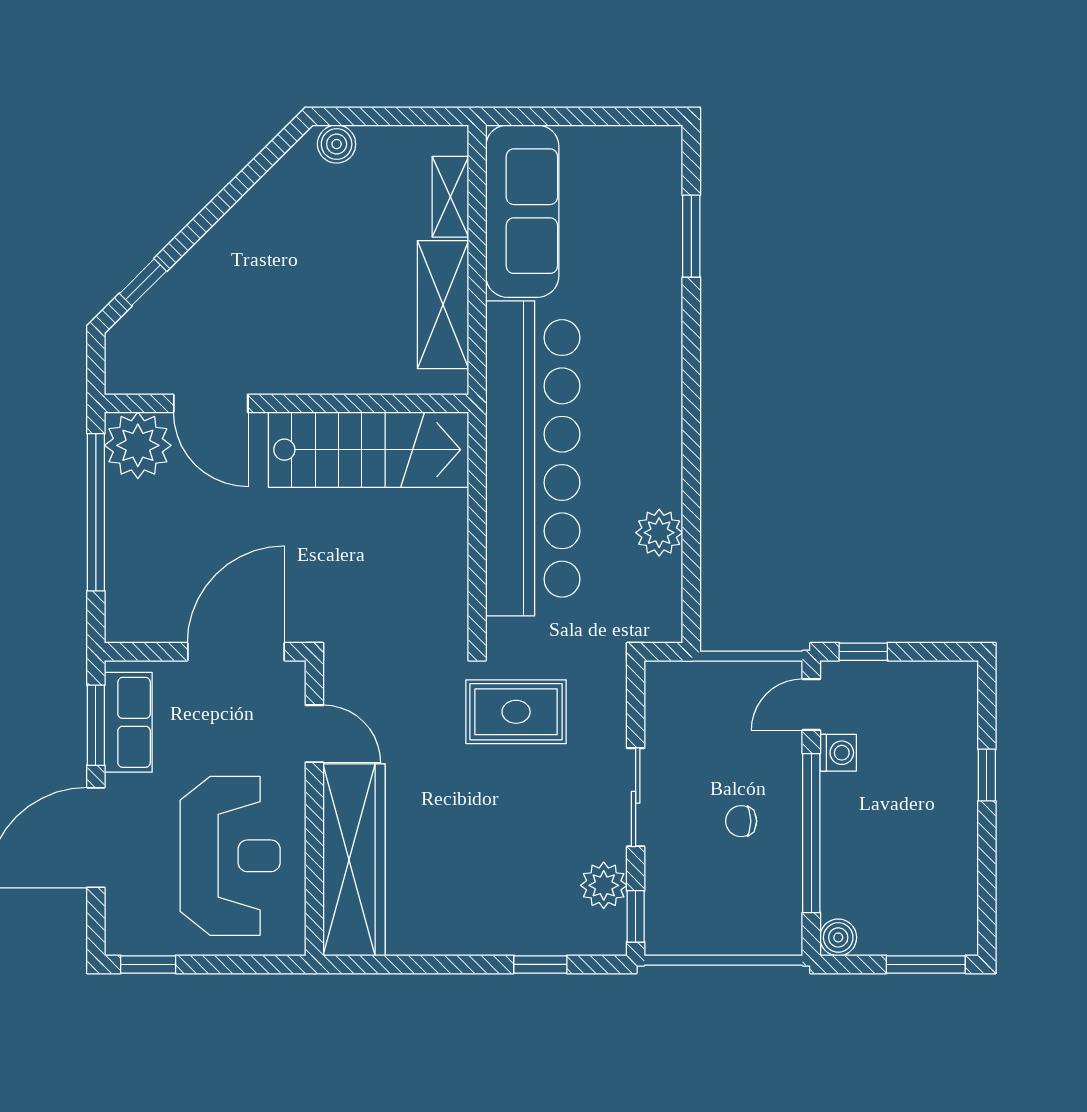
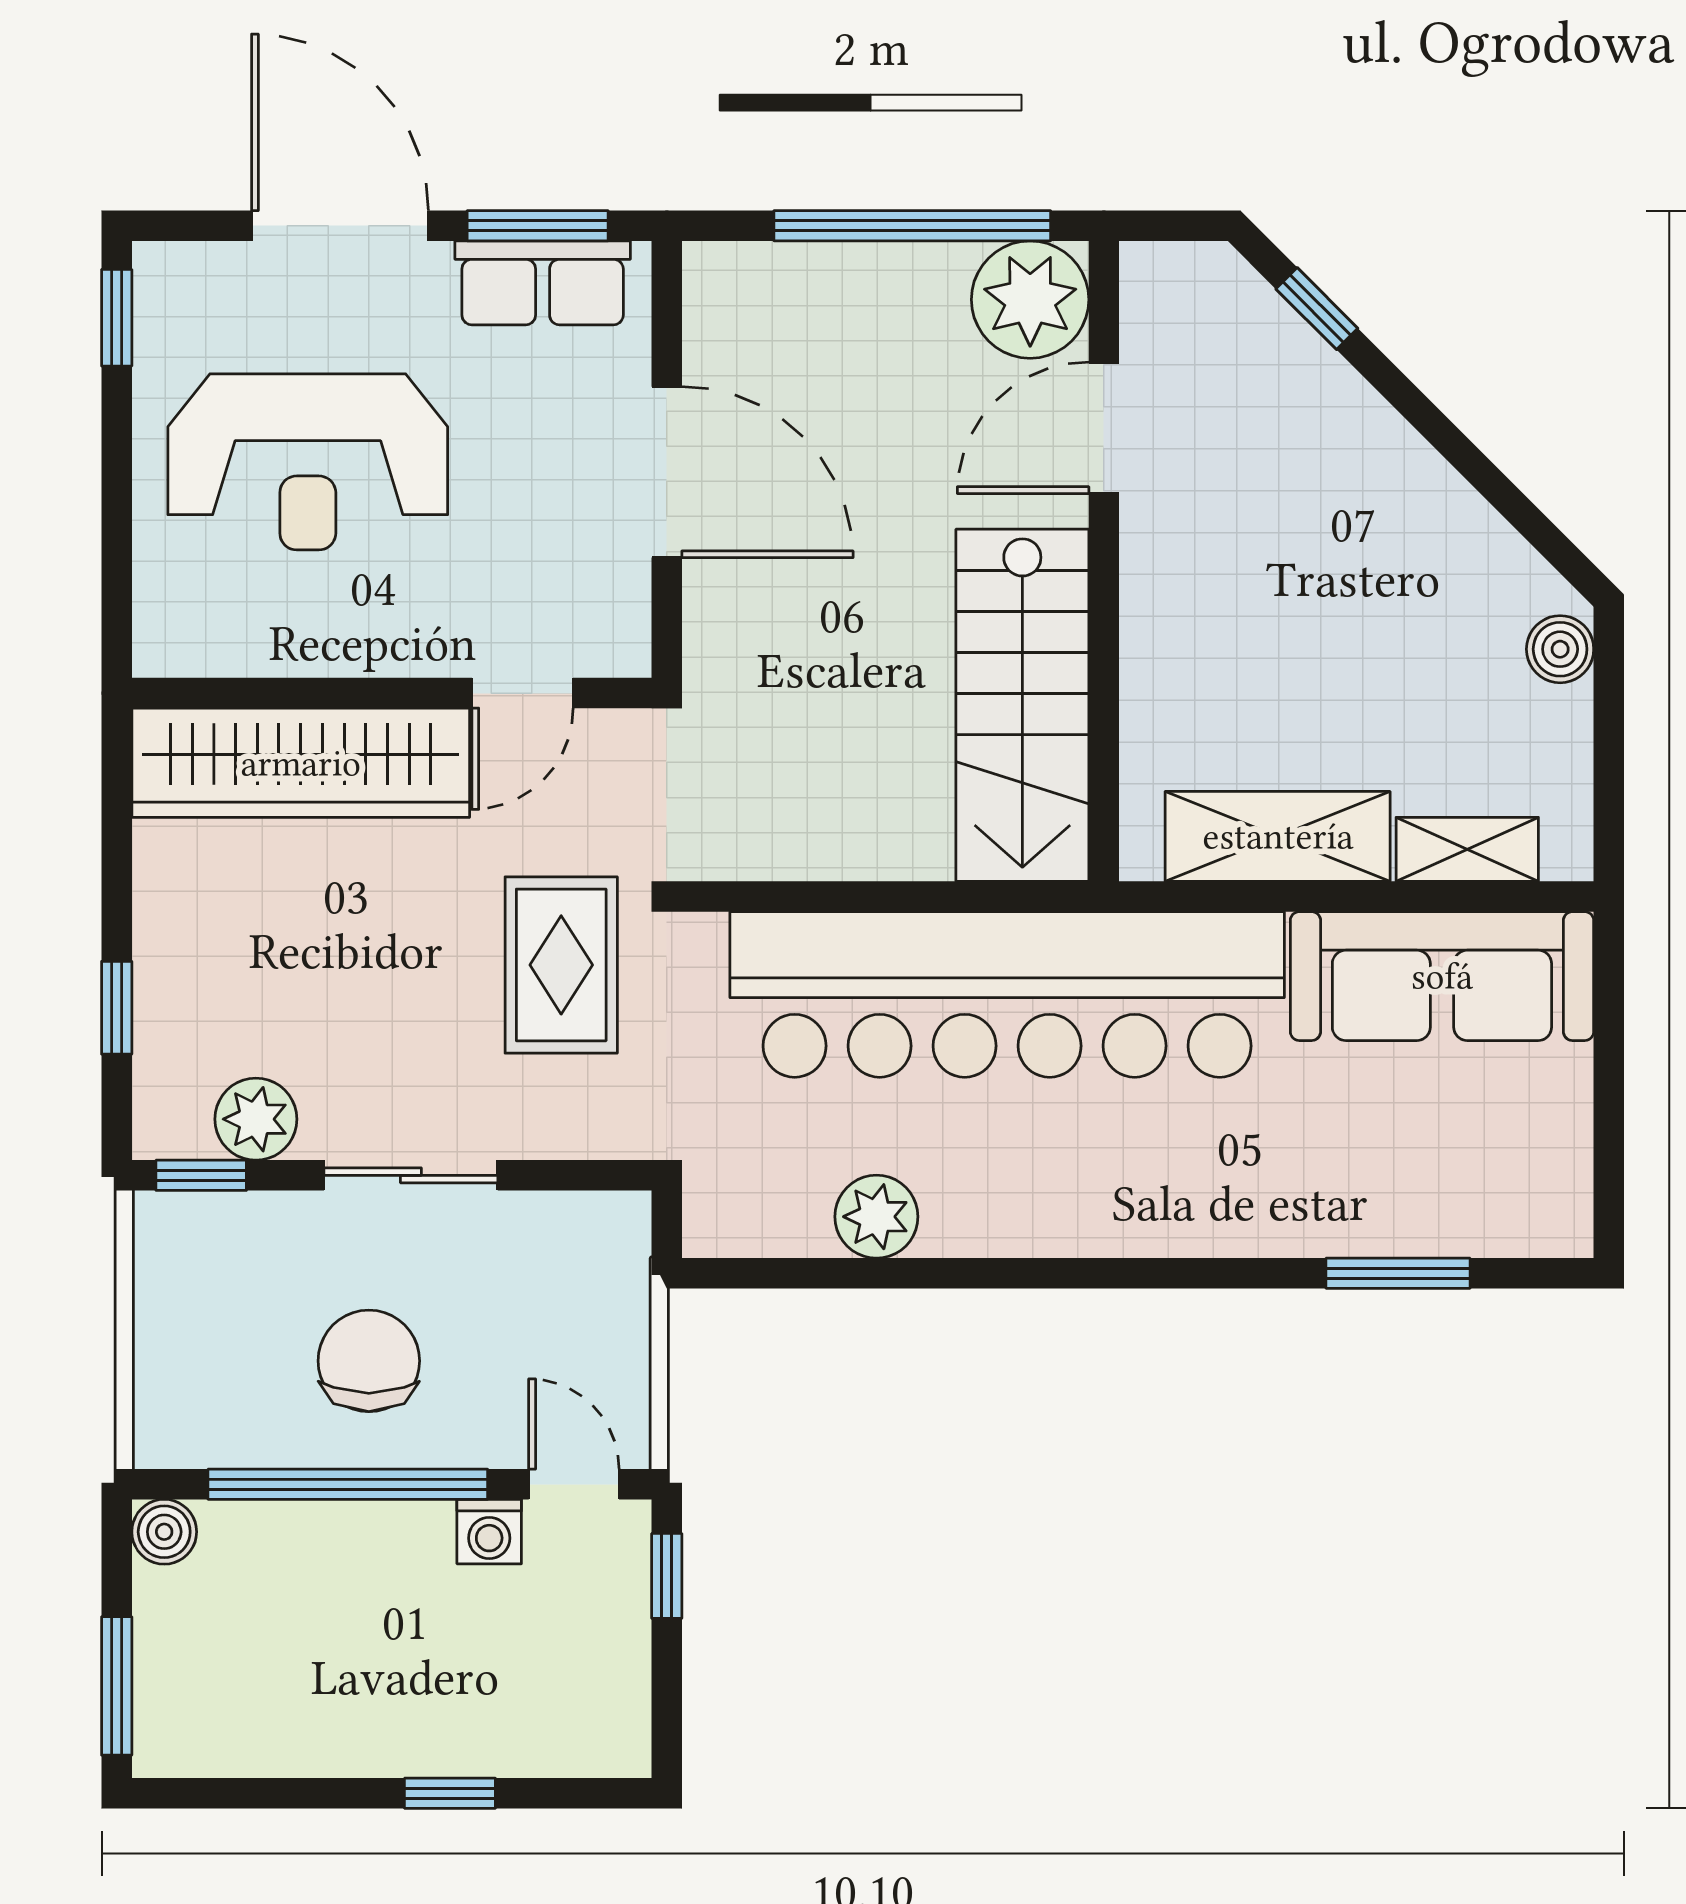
door: (314, 734) -> (523, 693), moved
wall: (314, 808) -> (392, 693), moved
chair: (741, 821) -> (369, 1361), width x1.87, depth x1.87
wardrobe: (354, 860) -> (301, 763), moved

